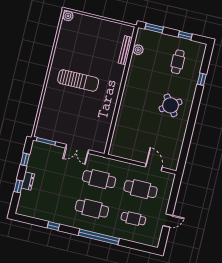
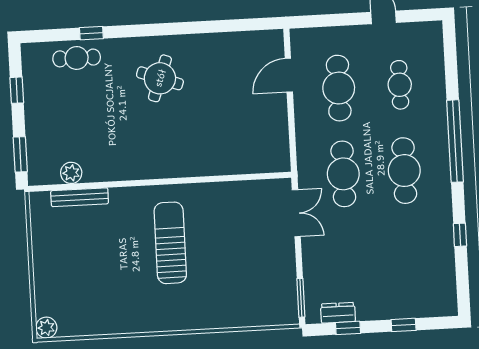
cafe table: (178, 62) -> (77, 58), moved
sun lounger: (78, 80) -> (170, 243), moved
round table: (171, 105) -> (160, 78), turned -35
double door: (77, 149) -> (296, 213), moved
dresser: (28, 181) -> (338, 313), moved

